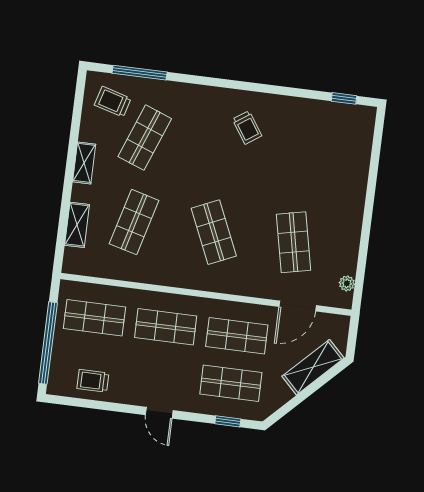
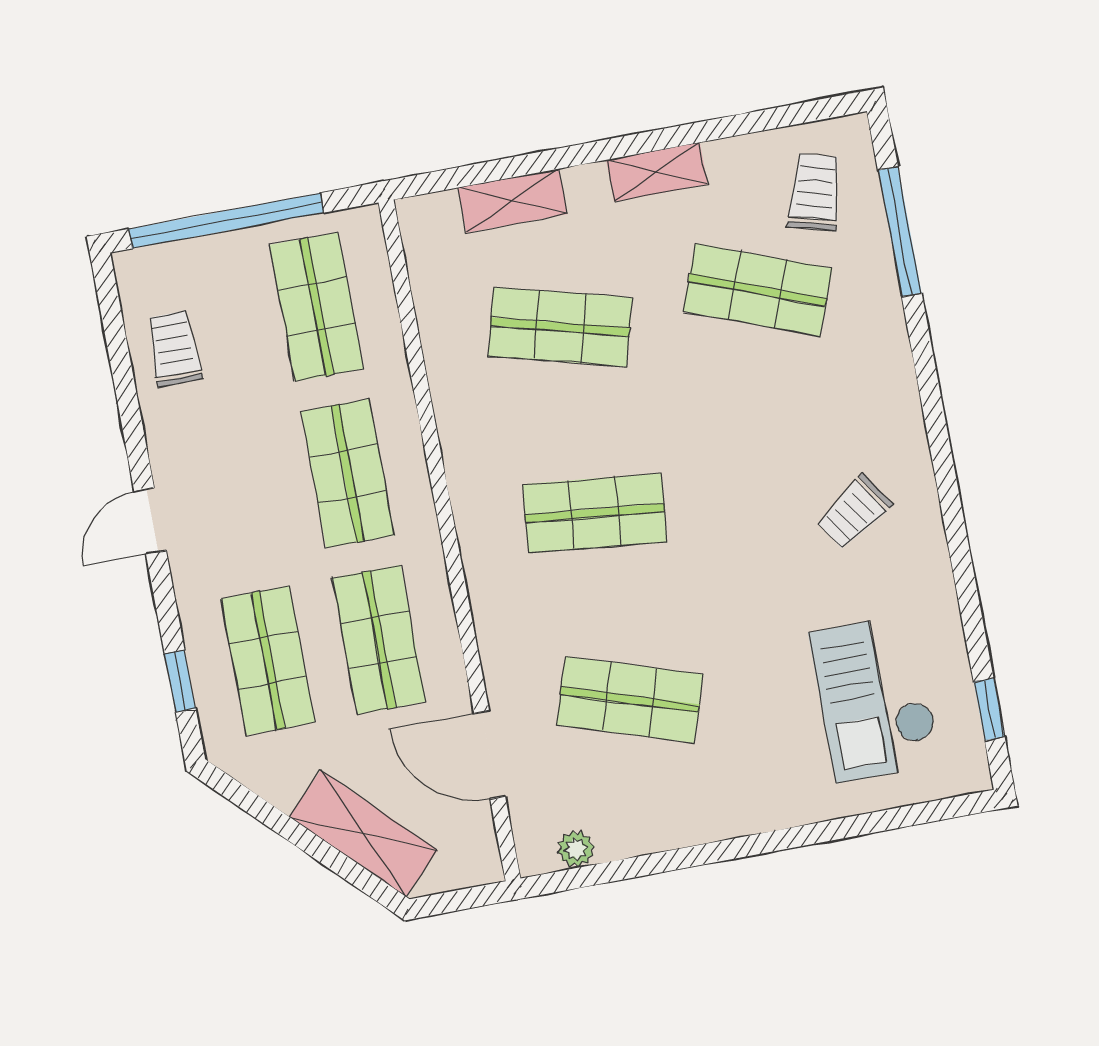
checkout: (325, 143) -> (875, 698), added
shop shelf: (214, 232) -> (595, 513), turned 30
shop shelf: (294, 242) -> (630, 700), turned 30

